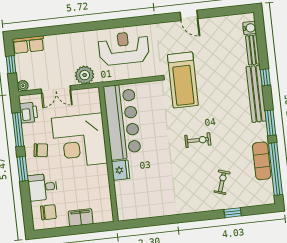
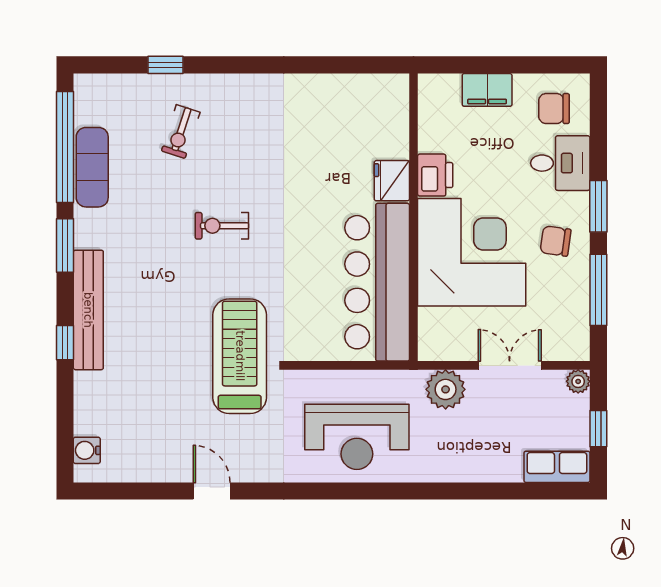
bench: (253, 50) -> (85, 403), removed
printer: (29, 113) -> (435, 175), moved, turned 180

